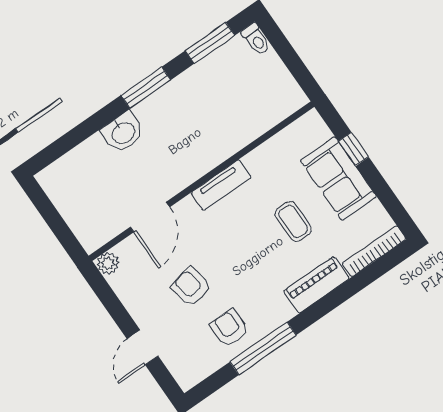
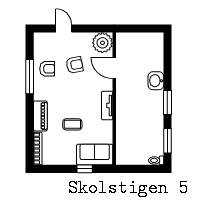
sofa: (338, 179) -> (95, 155), moved
plant: (108, 263) -> (102, 43), width x1.87, depth x1.87

